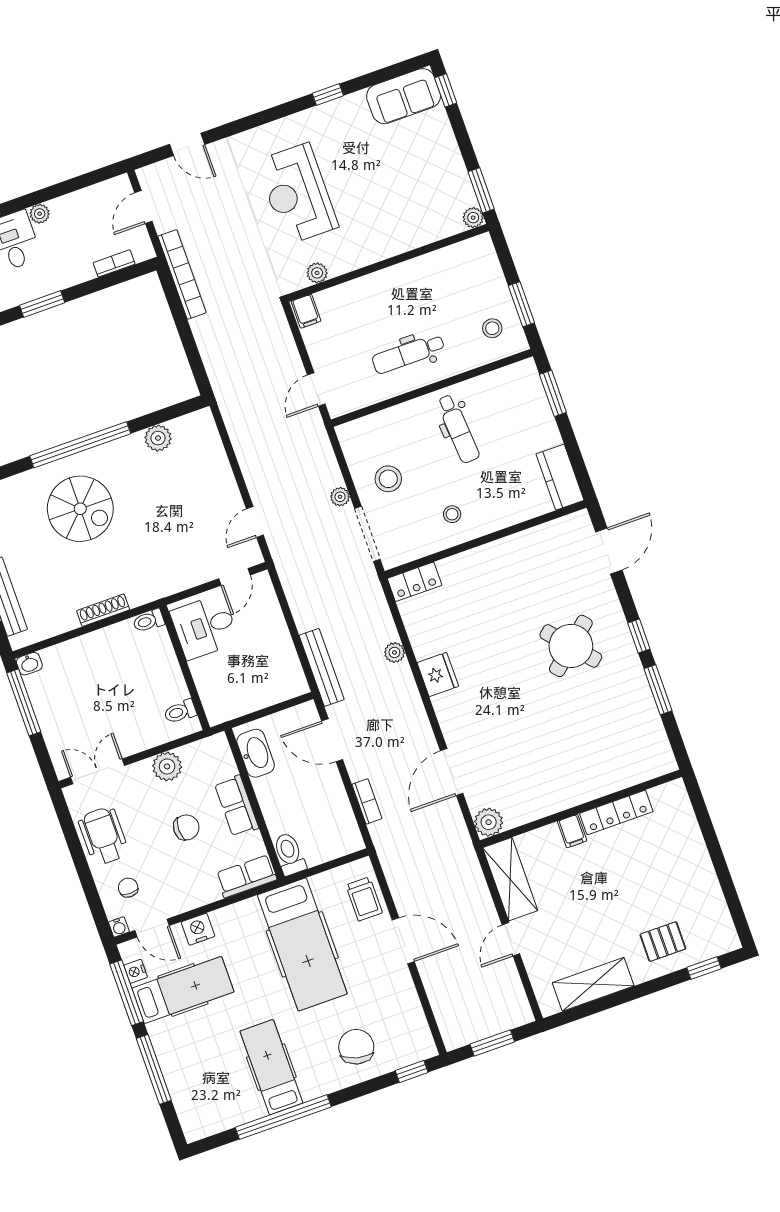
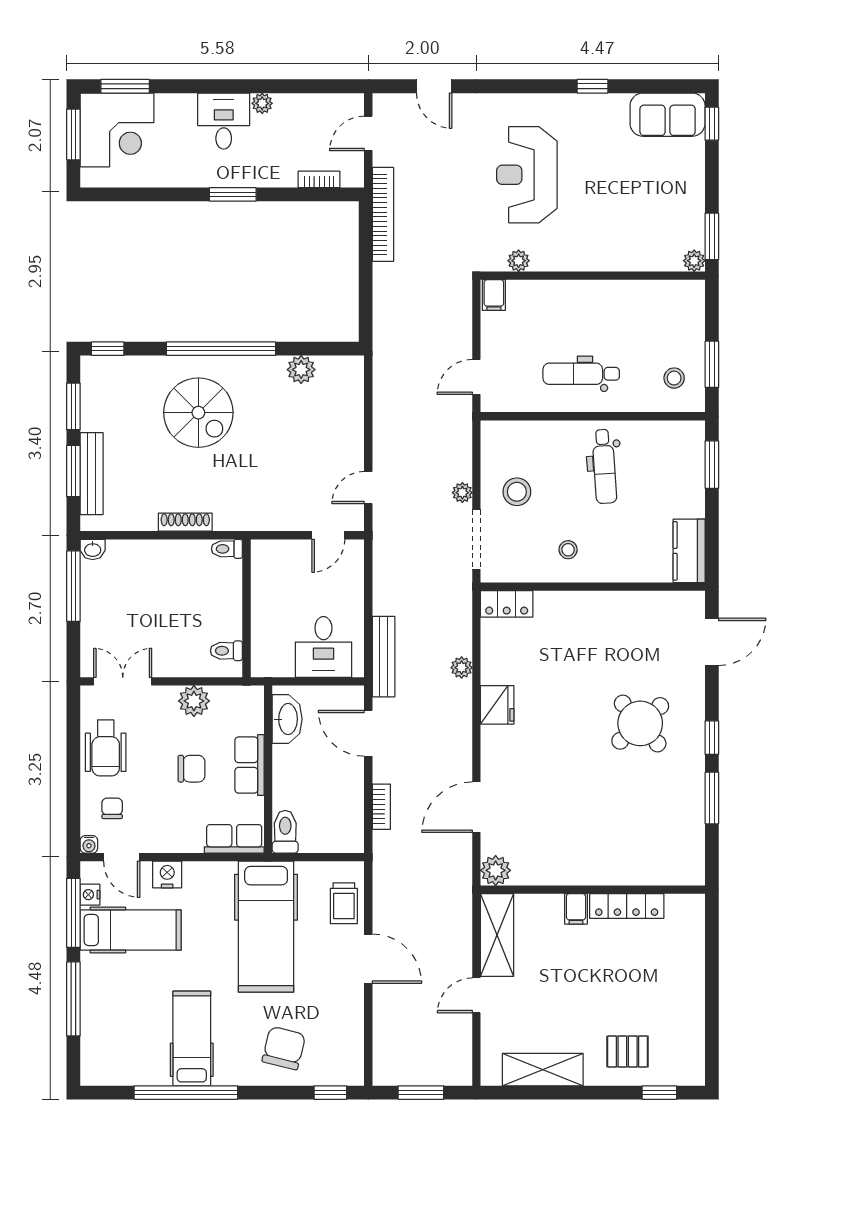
desk: (205, 627) -> (323, 647), moved, turned -90
wheelchair: (103, 836) -> (106, 748), turned 180

